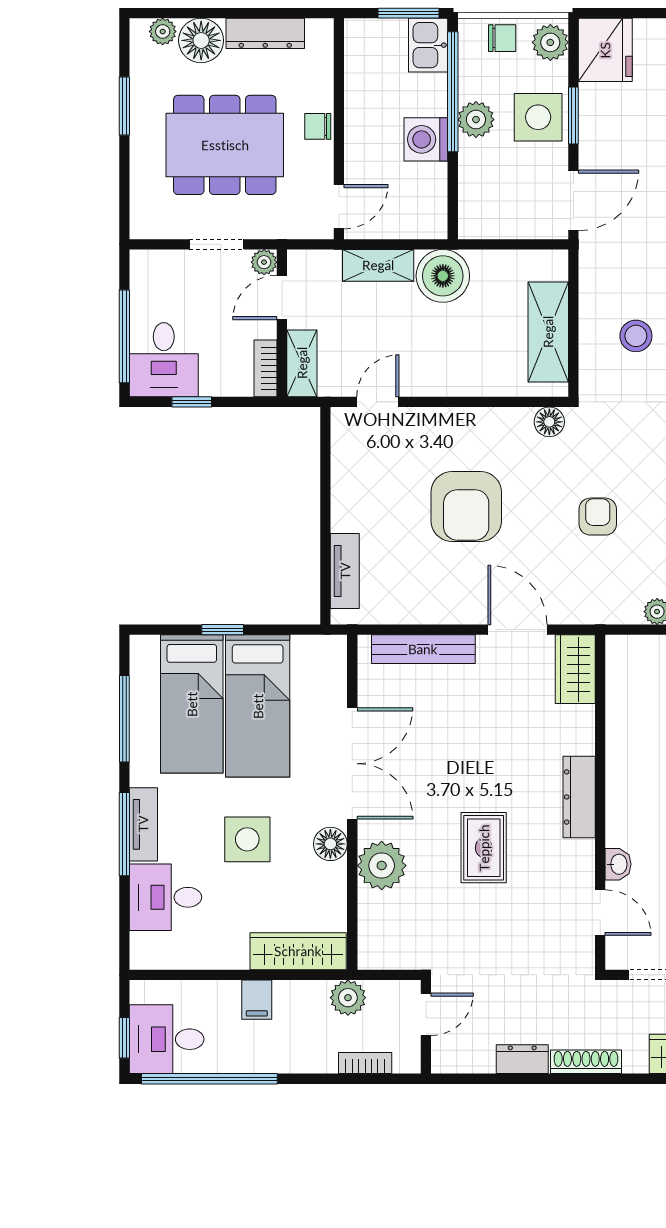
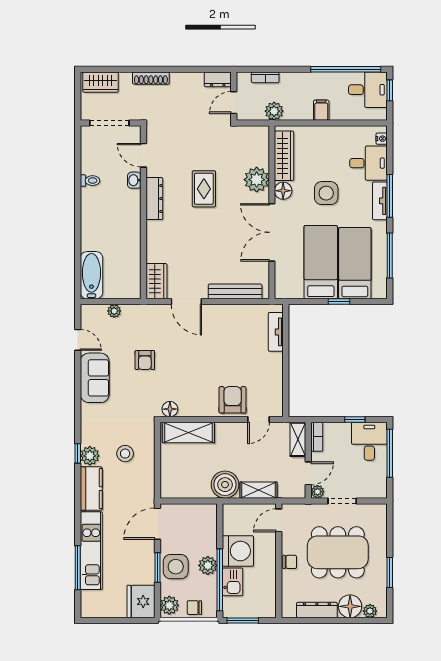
kitchen sink: (428, 45) -> (233, 582), moved
washing machine: (426, 139) -> (238, 551), width x1.37, depth x1.37
shelving: (548, 332) -> (188, 432), moved, turned 90
armchair: (466, 507) -> (233, 400), moved, width x0.73, depth x0.73
dresser: (579, 797) -> (154, 199), moved
nightstand: (140, 945) -> (382, 139), added
wardrobe: (298, 951) -> (284, 156), moved, turned -90
dresser: (522, 1059) -> (218, 79), moved

